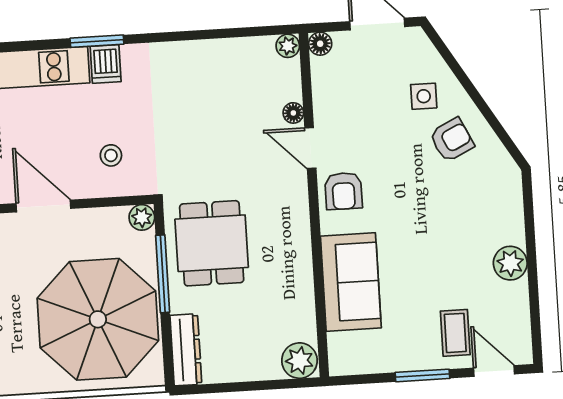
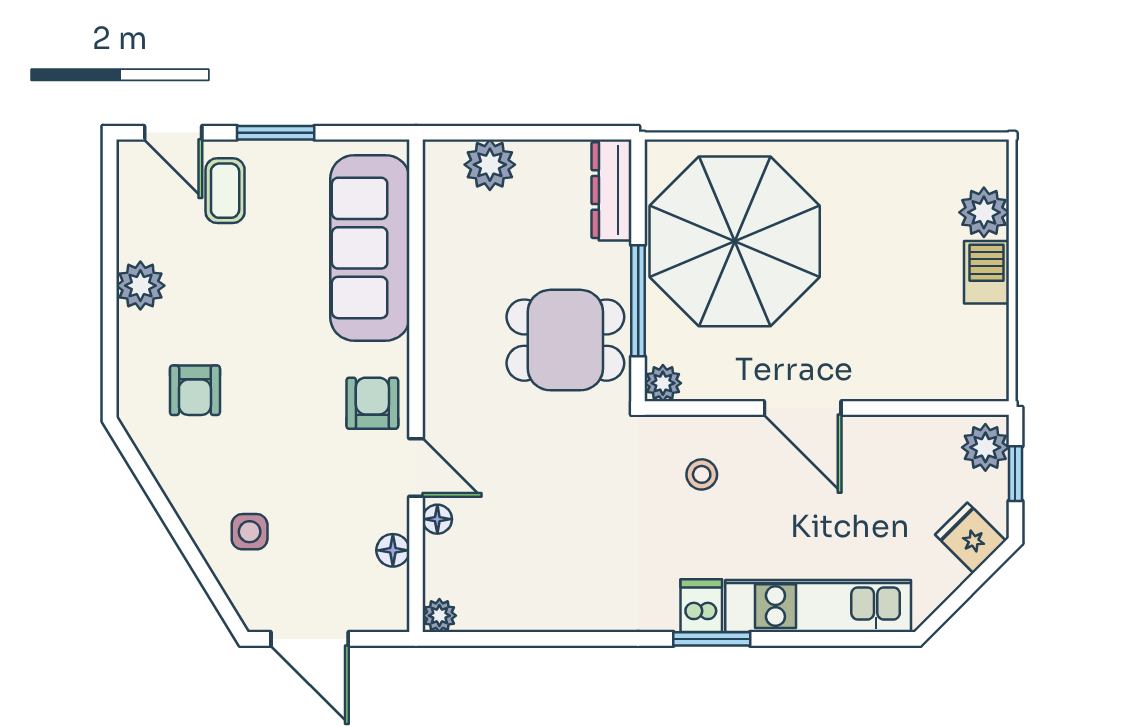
floor lamp: (320, 44) -> (393, 550), moved
armchair: (452, 140) -> (195, 390), moved, turned -64
dining table: (212, 243) -> (565, 340), turned 90
sofa: (351, 282) -> (370, 248), width x1.36
plant: (299, 361) -> (490, 165), moved

